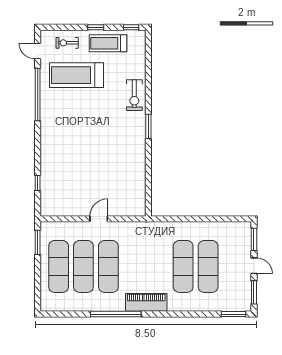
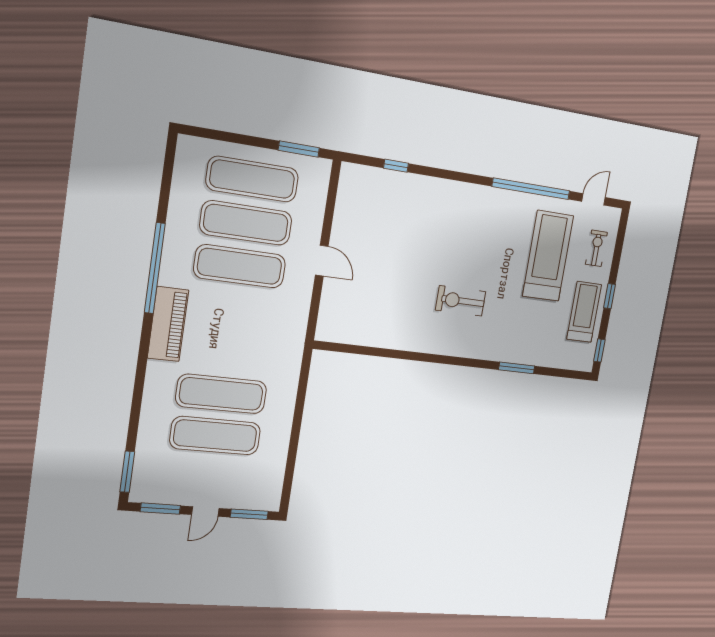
exercise bike: (134, 95) -> (461, 301), moved
window: (148, 126) -> (517, 368), moved

